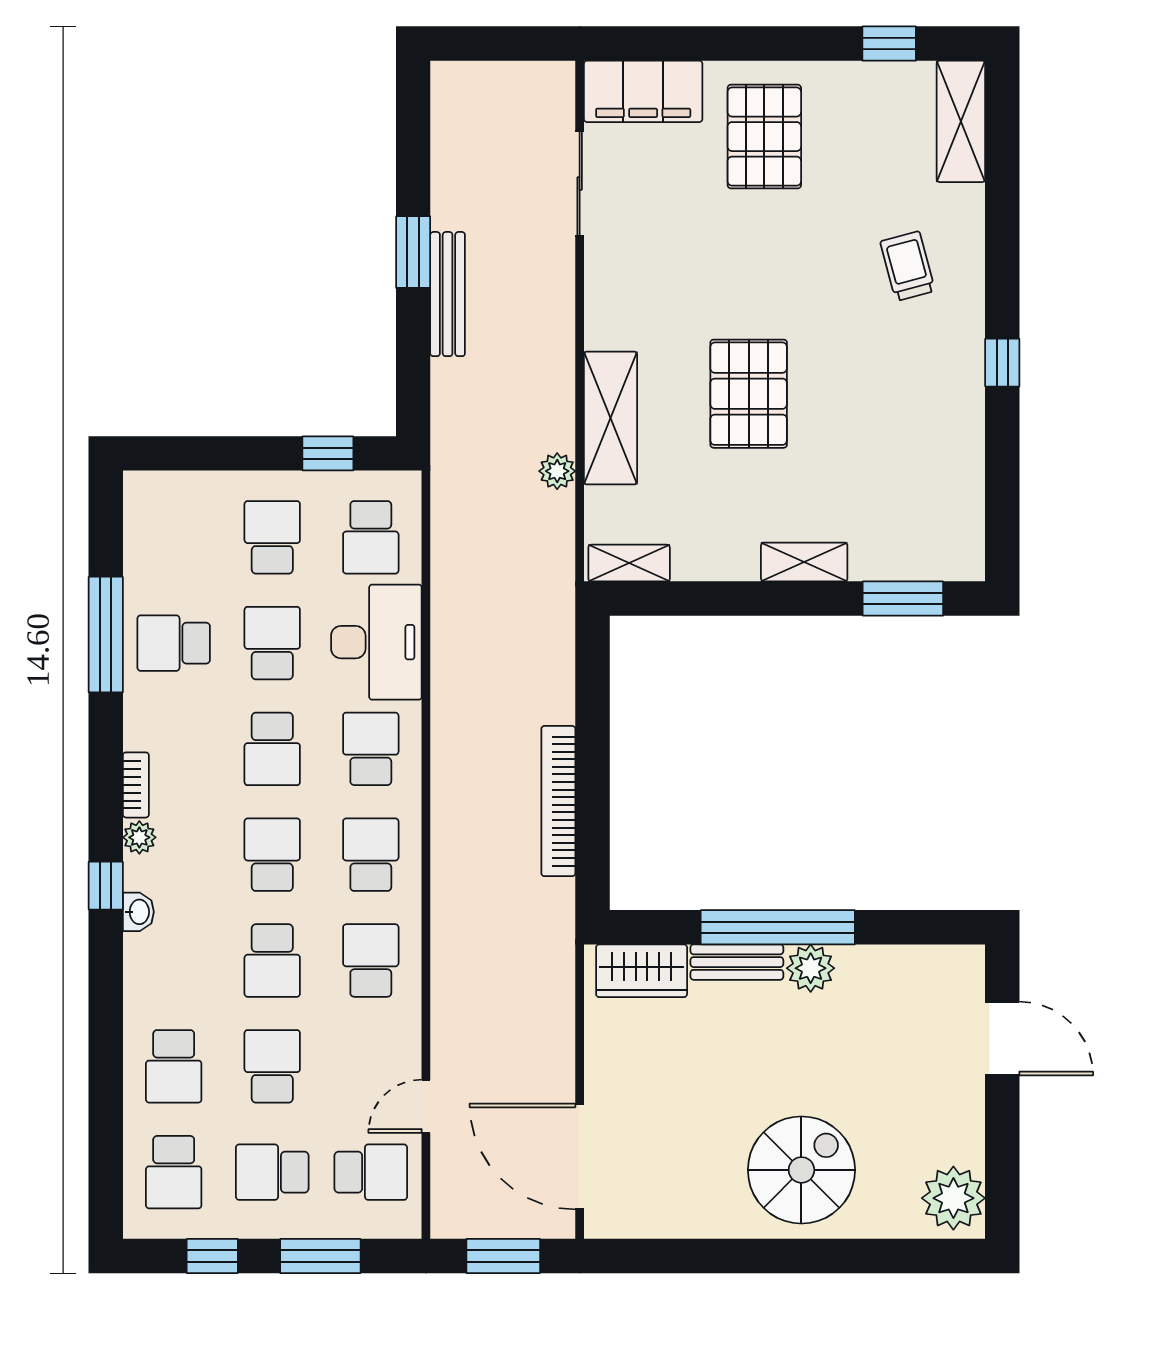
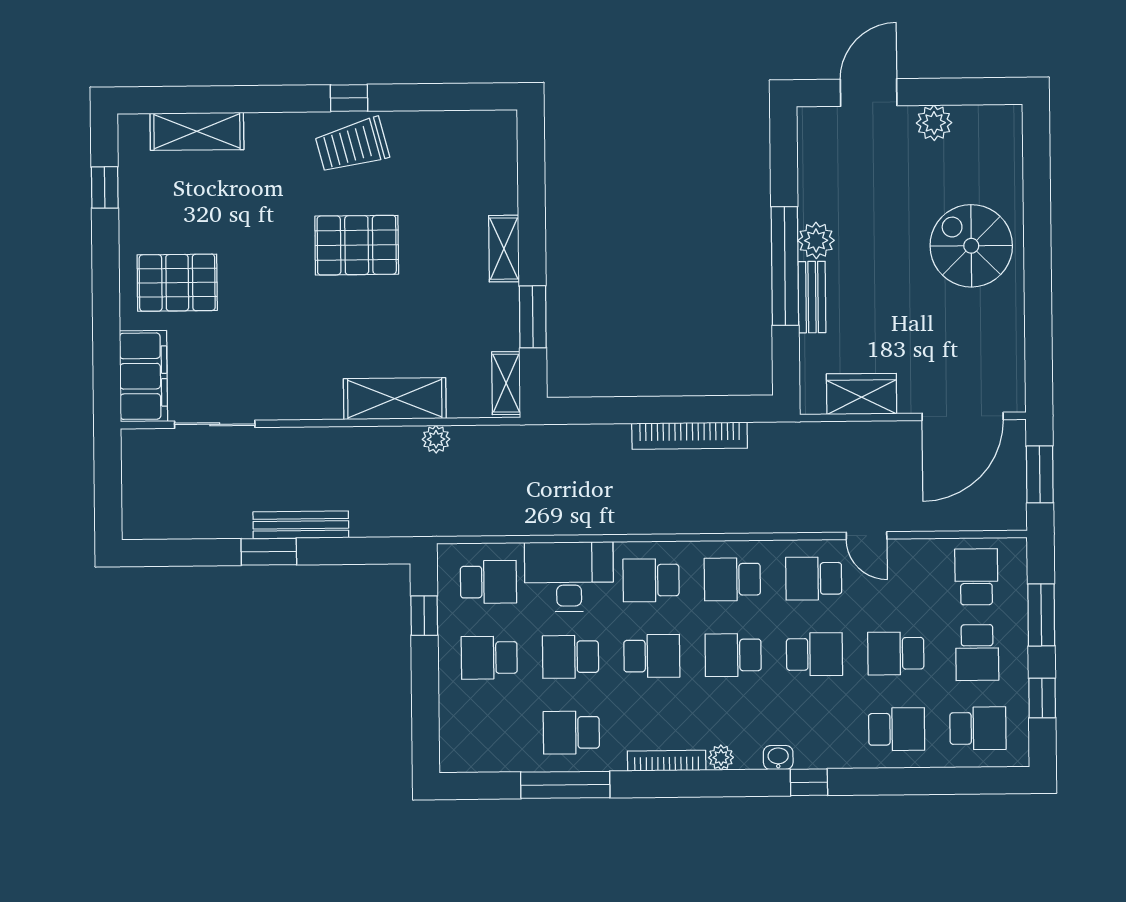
shelving: (961, 121) -> (197, 131), moved
trolley: (908, 266) -> (352, 145), moved, width x1.36, depth x1.39
pallet: (749, 394) -> (357, 245), moved
window: (903, 599) -> (533, 317), moved
school desk: (174, 643) -> (571, 733), turned 90
bookcase: (136, 785) -> (667, 761), width x1.56
window: (106, 886) -> (809, 782), moved
wardrobe: (642, 971) -> (862, 394), moved, turned -90
door: (426, 1106) -> (867, 536), moved
plant: (953, 1198) -> (934, 123), moved, width x0.73, depth x0.73

